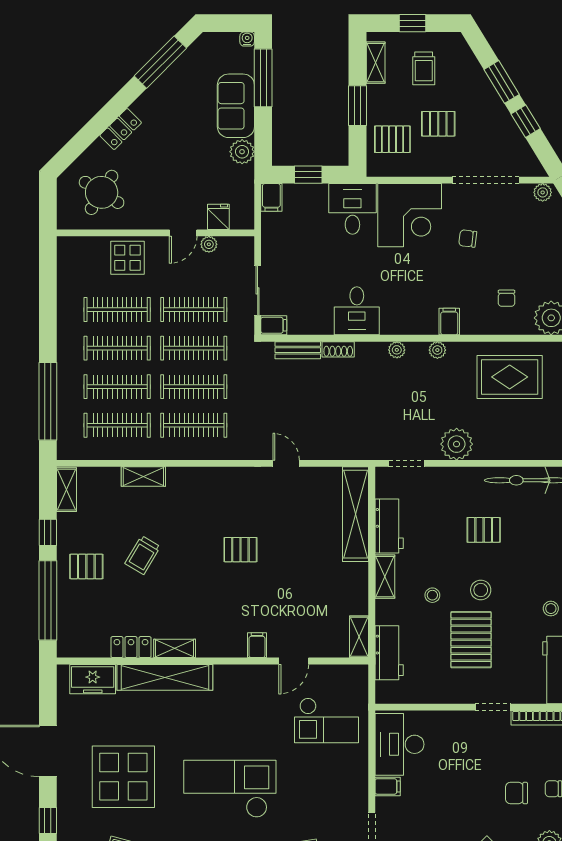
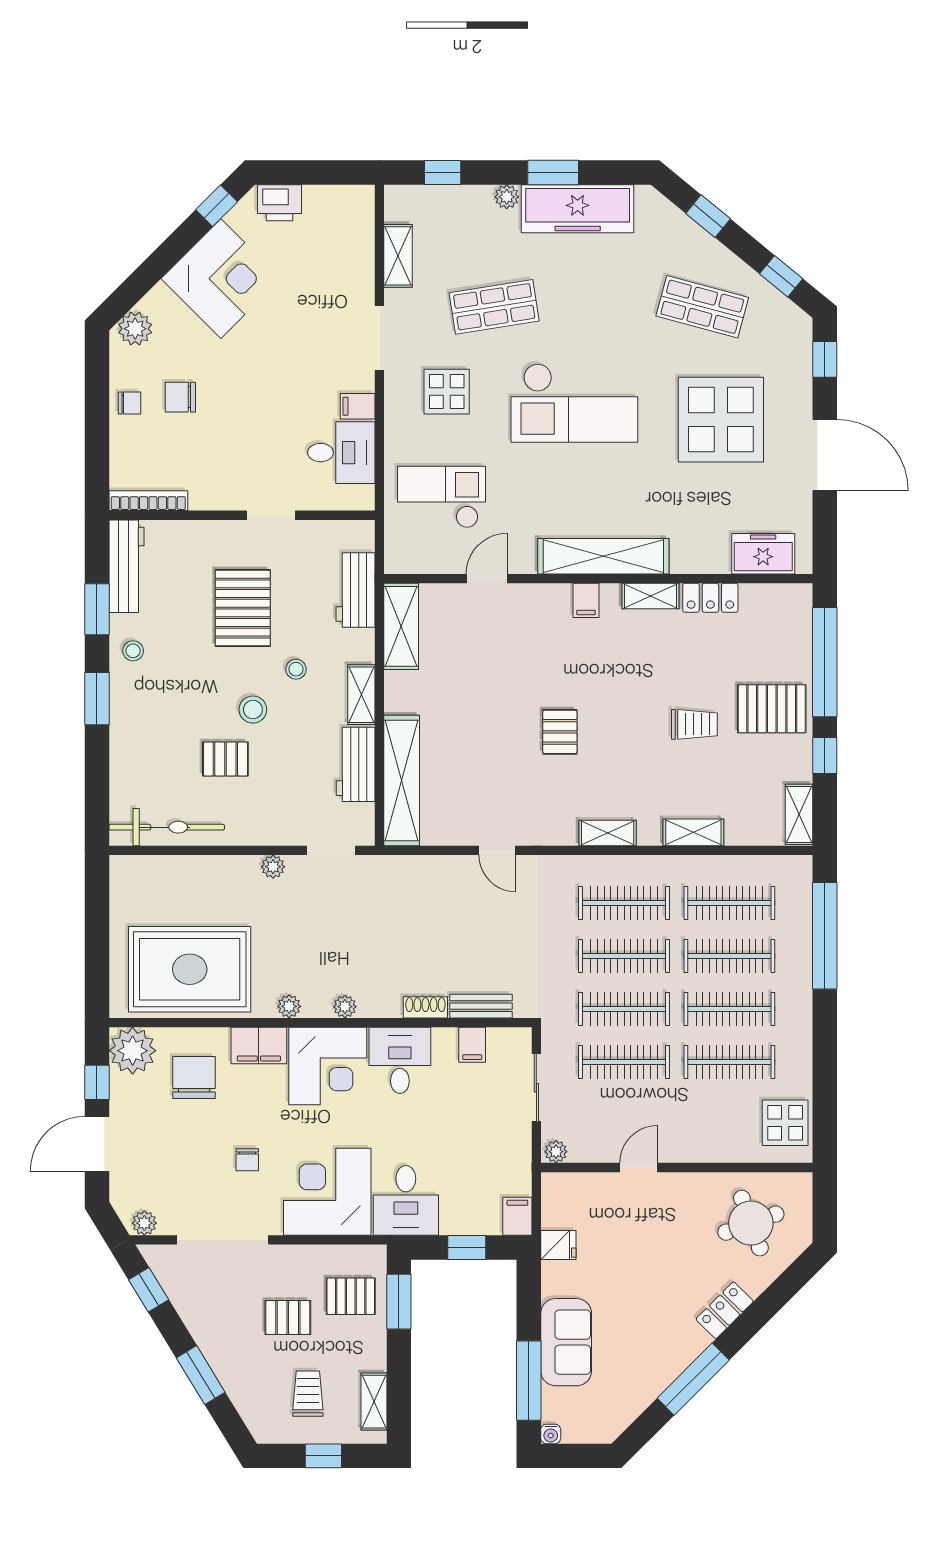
window: (160, 62) -> (693, 1379), moved
window: (358, 106) -> (399, 1302), moved
window: (526, 121) -> (149, 1290), moved
plant: (242, 152) -> (558, 1279), removed
round table: (102, 192) -> (751, 1223), turned 38
fridge: (218, 217) -> (558, 1245), moved, turned -90
chair: (468, 238) -> (247, 1160), turned 83
plant: (209, 244) -> (556, 1152), moved
display table: (127, 258) -> (785, 1123), moved
chair: (507, 298) -> (194, 1078), width x1.87, depth x1.87
corner desk: (409, 307) -> (328, 1066), added
filing cabinet: (449, 322) -> (259, 1046), width x2.00
filing cabinet: (274, 325) -> (472, 1045), moved, turned -90
rug: (510, 377) -> (190, 969), width x1.37, depth x1.44
plant: (457, 444) -> (273, 867), width x0.53, depth x0.53
shelving: (206, 476) -> (608, 833), added
pallet: (240, 550) -> (560, 732), turned 90
trolley: (143, 555) -> (694, 724), turned 59
pallet: (86, 566) -> (772, 709), width x1.50, depth x1.42
stool: (481, 590) -> (253, 710), moved
shelving: (359, 637) -> (401, 626), width x1.50, depth x1.33
filing cabinet: (257, 645) -> (586, 600), moved
shelving: (165, 677) -> (603, 556), moved
doorway: (493, 707) -> (271, 515), moved
desk: (399, 744) -> (341, 453), width x0.73
chair: (516, 793) -> (180, 397), turned 180
display table: (323, 797) -> (447, 392), added

